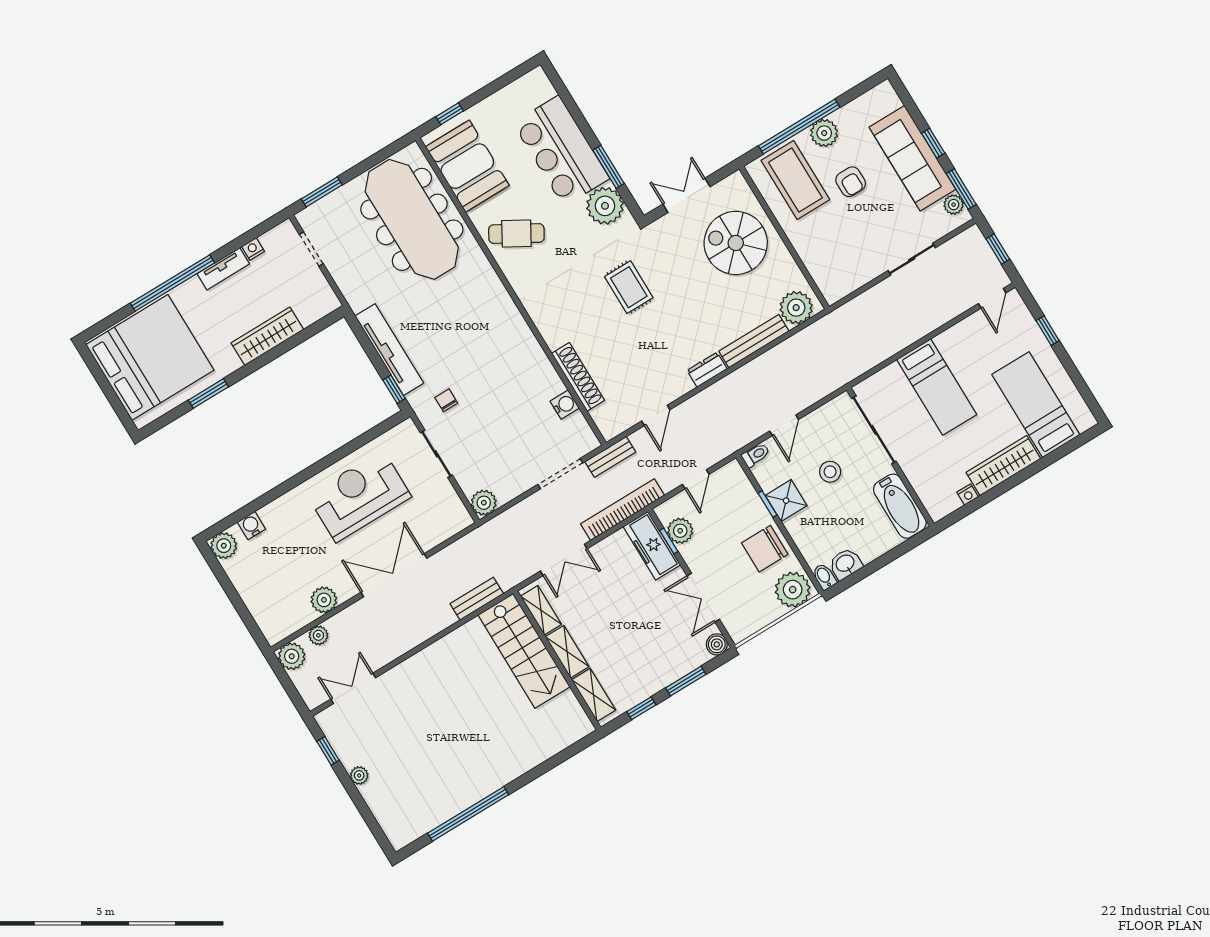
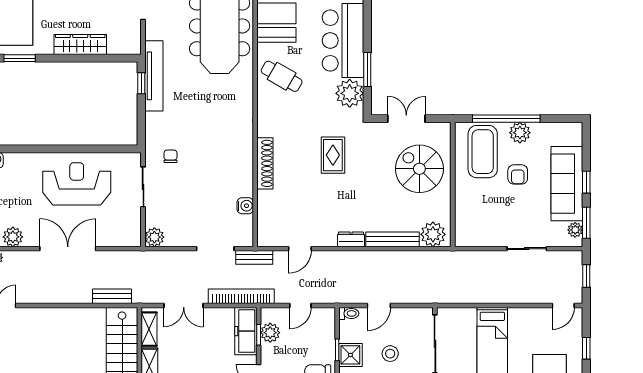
tv unit: (389, 350) -> (154, 76), moved
shoe rack: (578, 377) -> (265, 163), moved
window: (394, 389) -> (141, 83), moved

